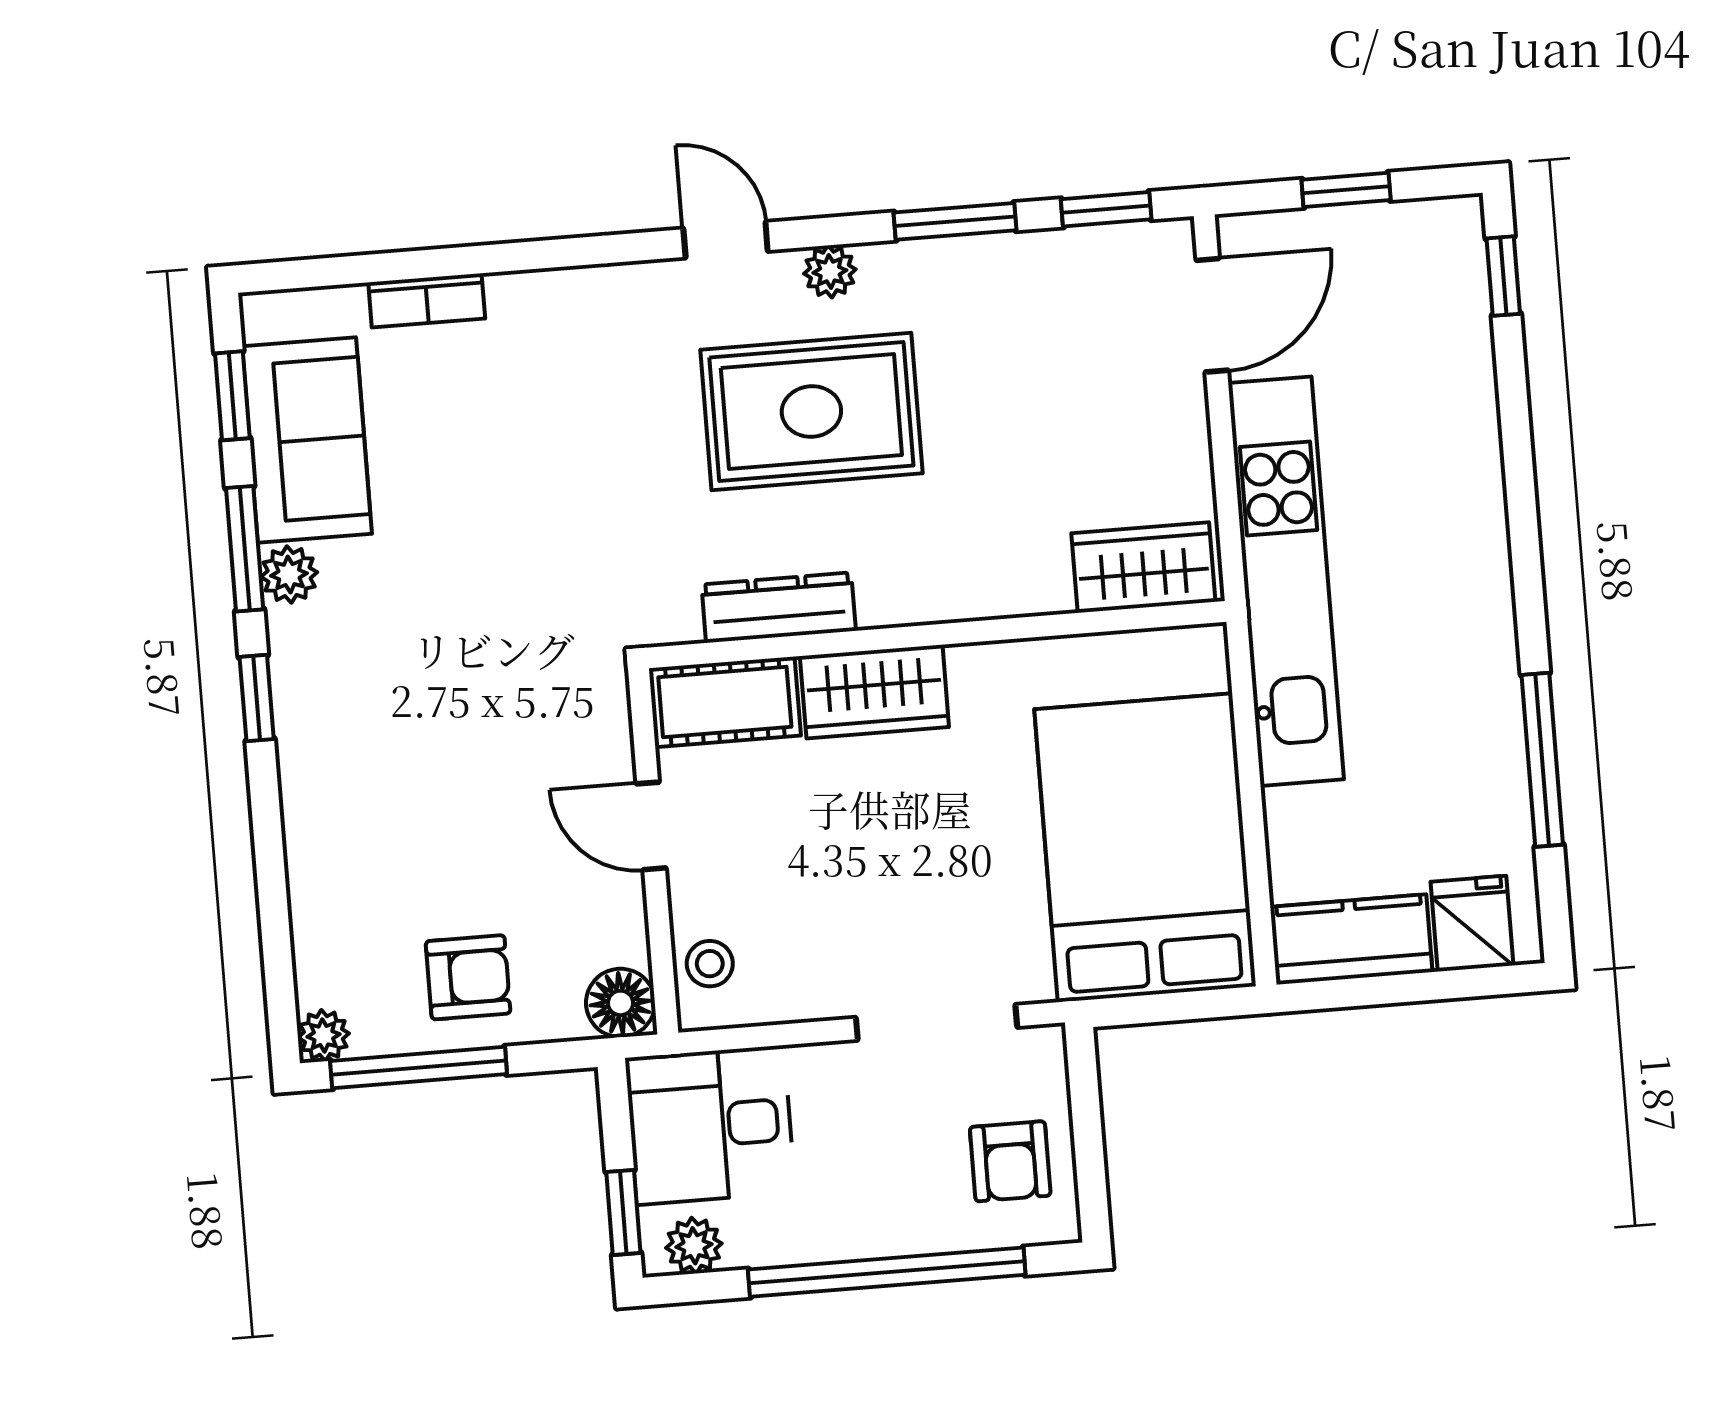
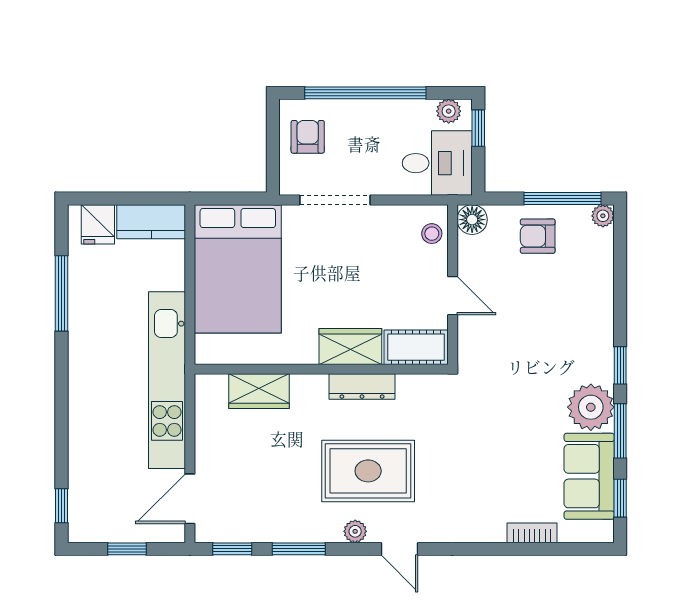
wardrobe: (1143, 568) -> (259, 391), moved
plant: (289, 575) -> (591, 407), width x1.87, depth x1.87
dresser: (779, 608) -> (362, 387), moved

